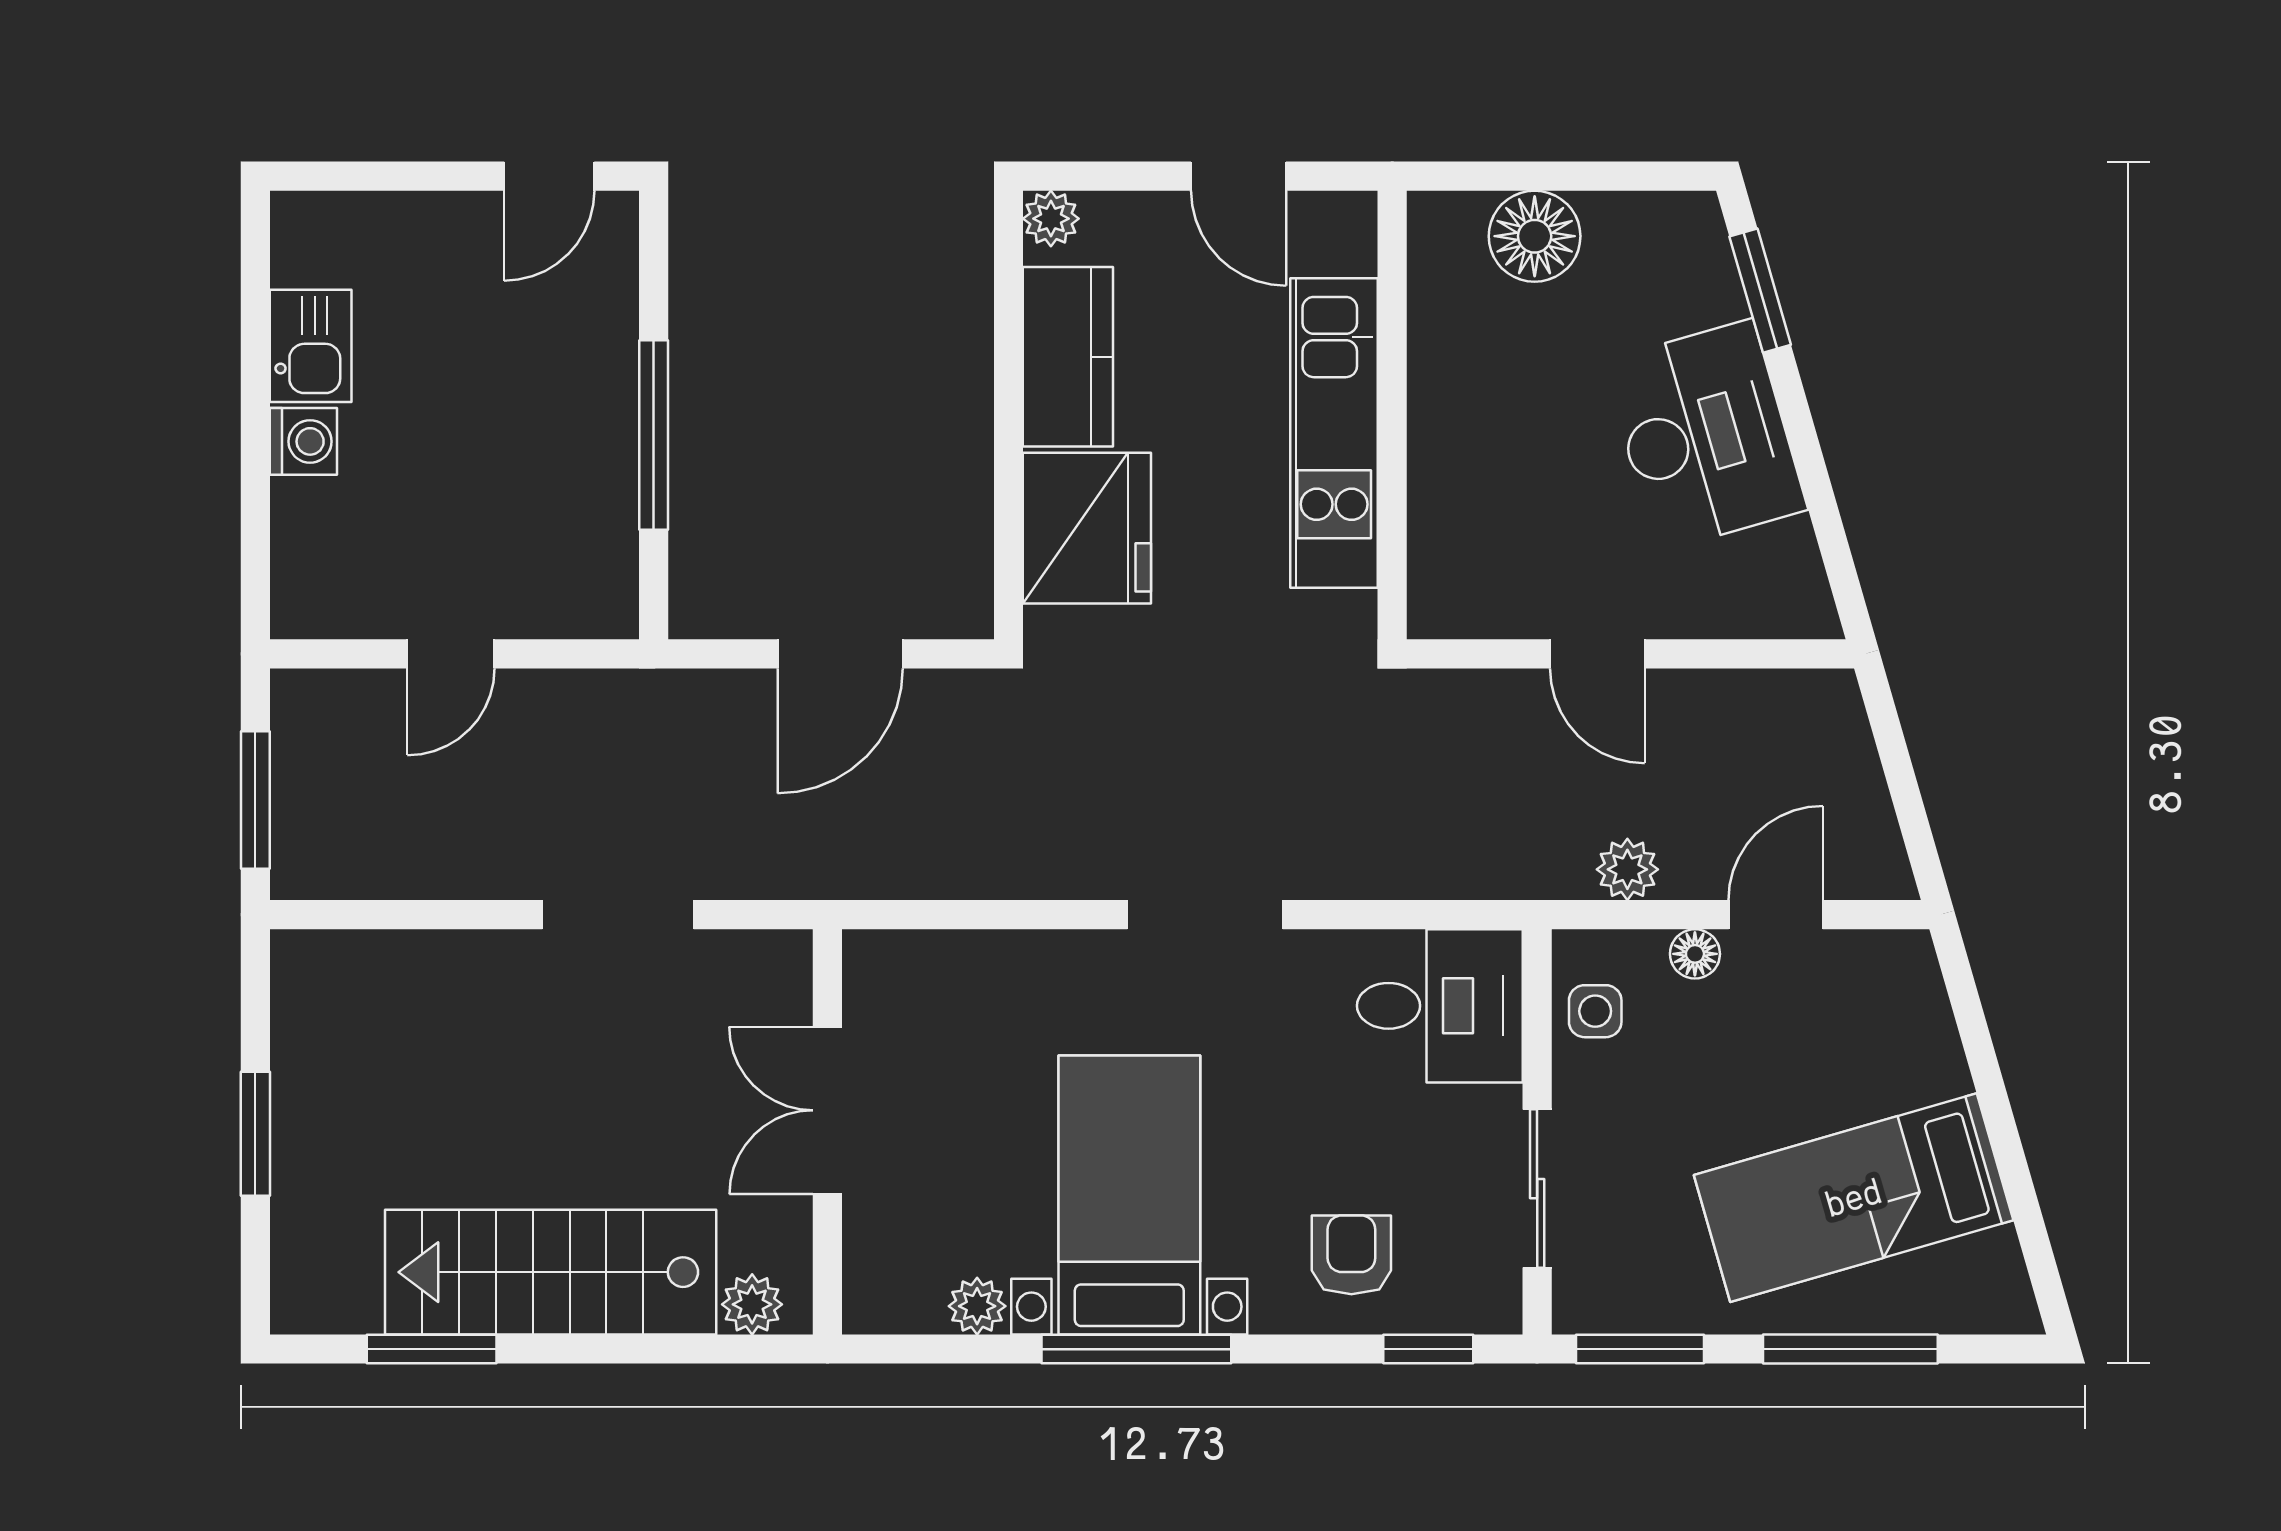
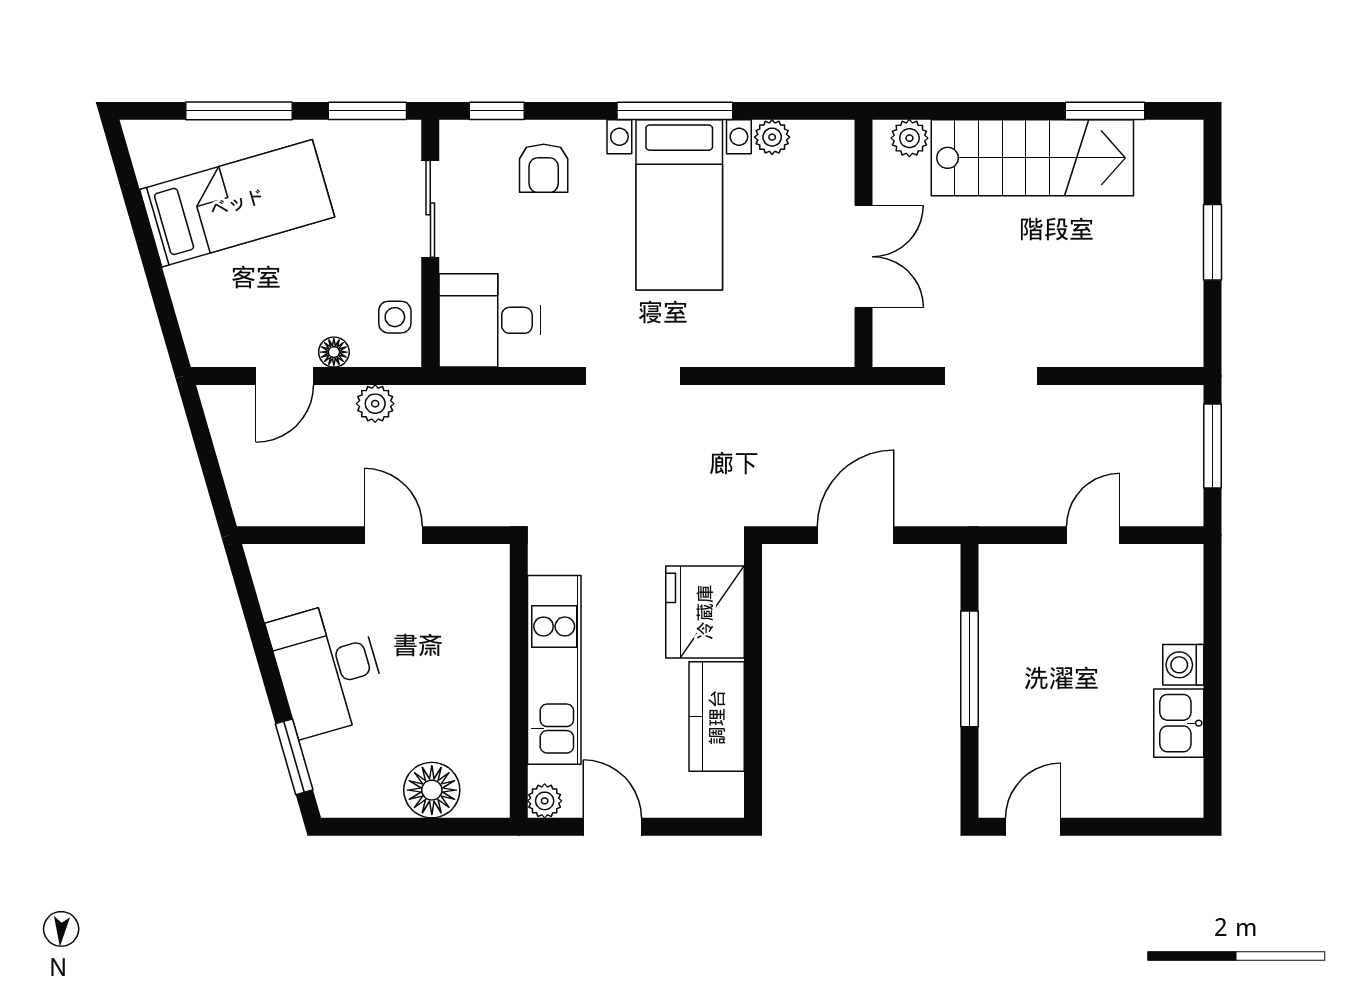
plant: (1051, 219) -> (545, 801), moved

